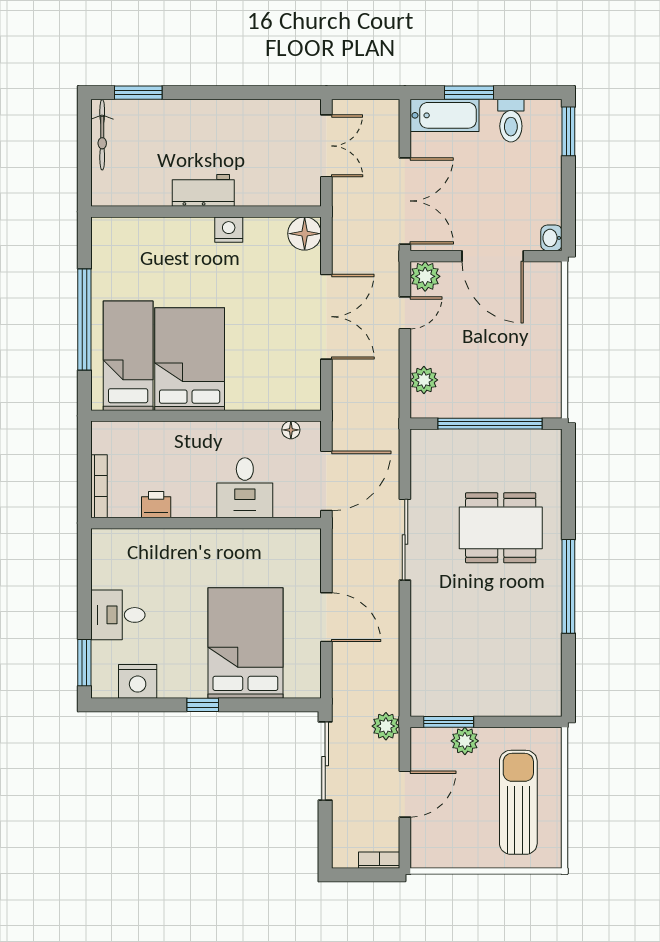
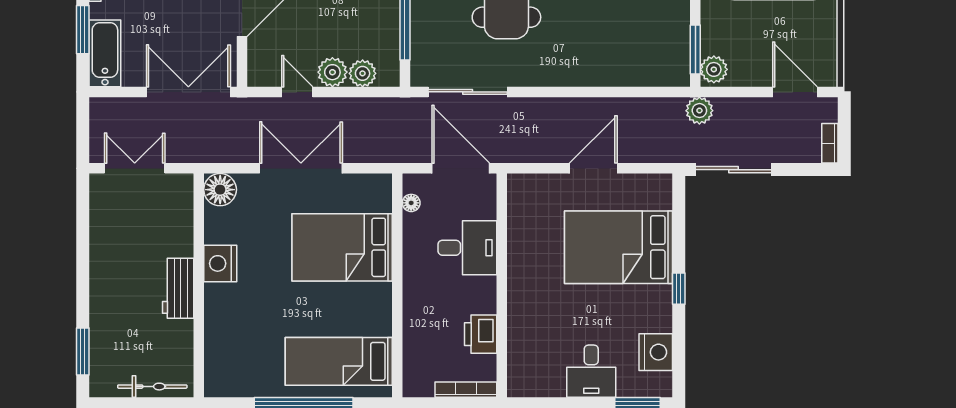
bicycle: (102, 135) -> (152, 387), moved
nightstand: (229, 230) -> (220, 263), width x1.36, depth x1.33
plant: (425, 276) -> (332, 72), moved
bed: (190, 359) -> (342, 247), moved
printer: (156, 505) -> (481, 334), width x1.36, depth x1.24
sliding door: (405, 540) -> (468, 92), moved
plant: (465, 741) -> (714, 69), moved
door: (405, 794) -> (795, 92), moved
bookcase: (379, 860) -> (830, 143), moved

